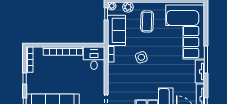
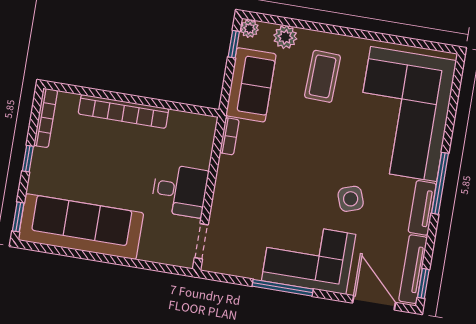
side table: (141, 57) -> (351, 199), moved
desk: (94, 58) -> (180, 190), moved, turned 90

